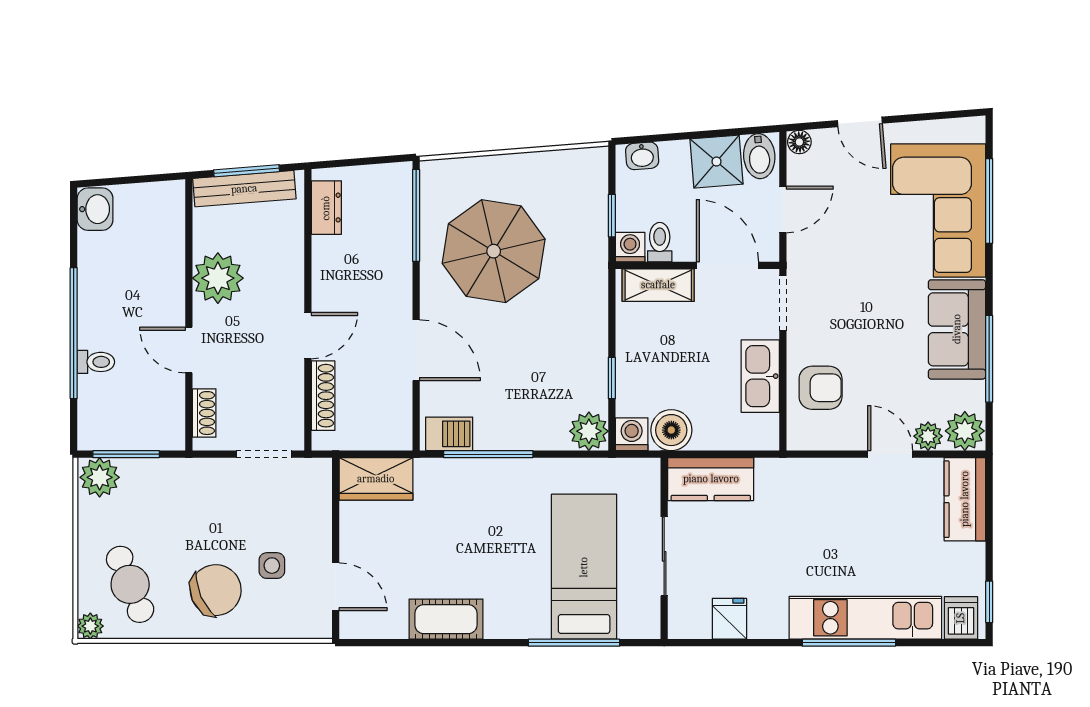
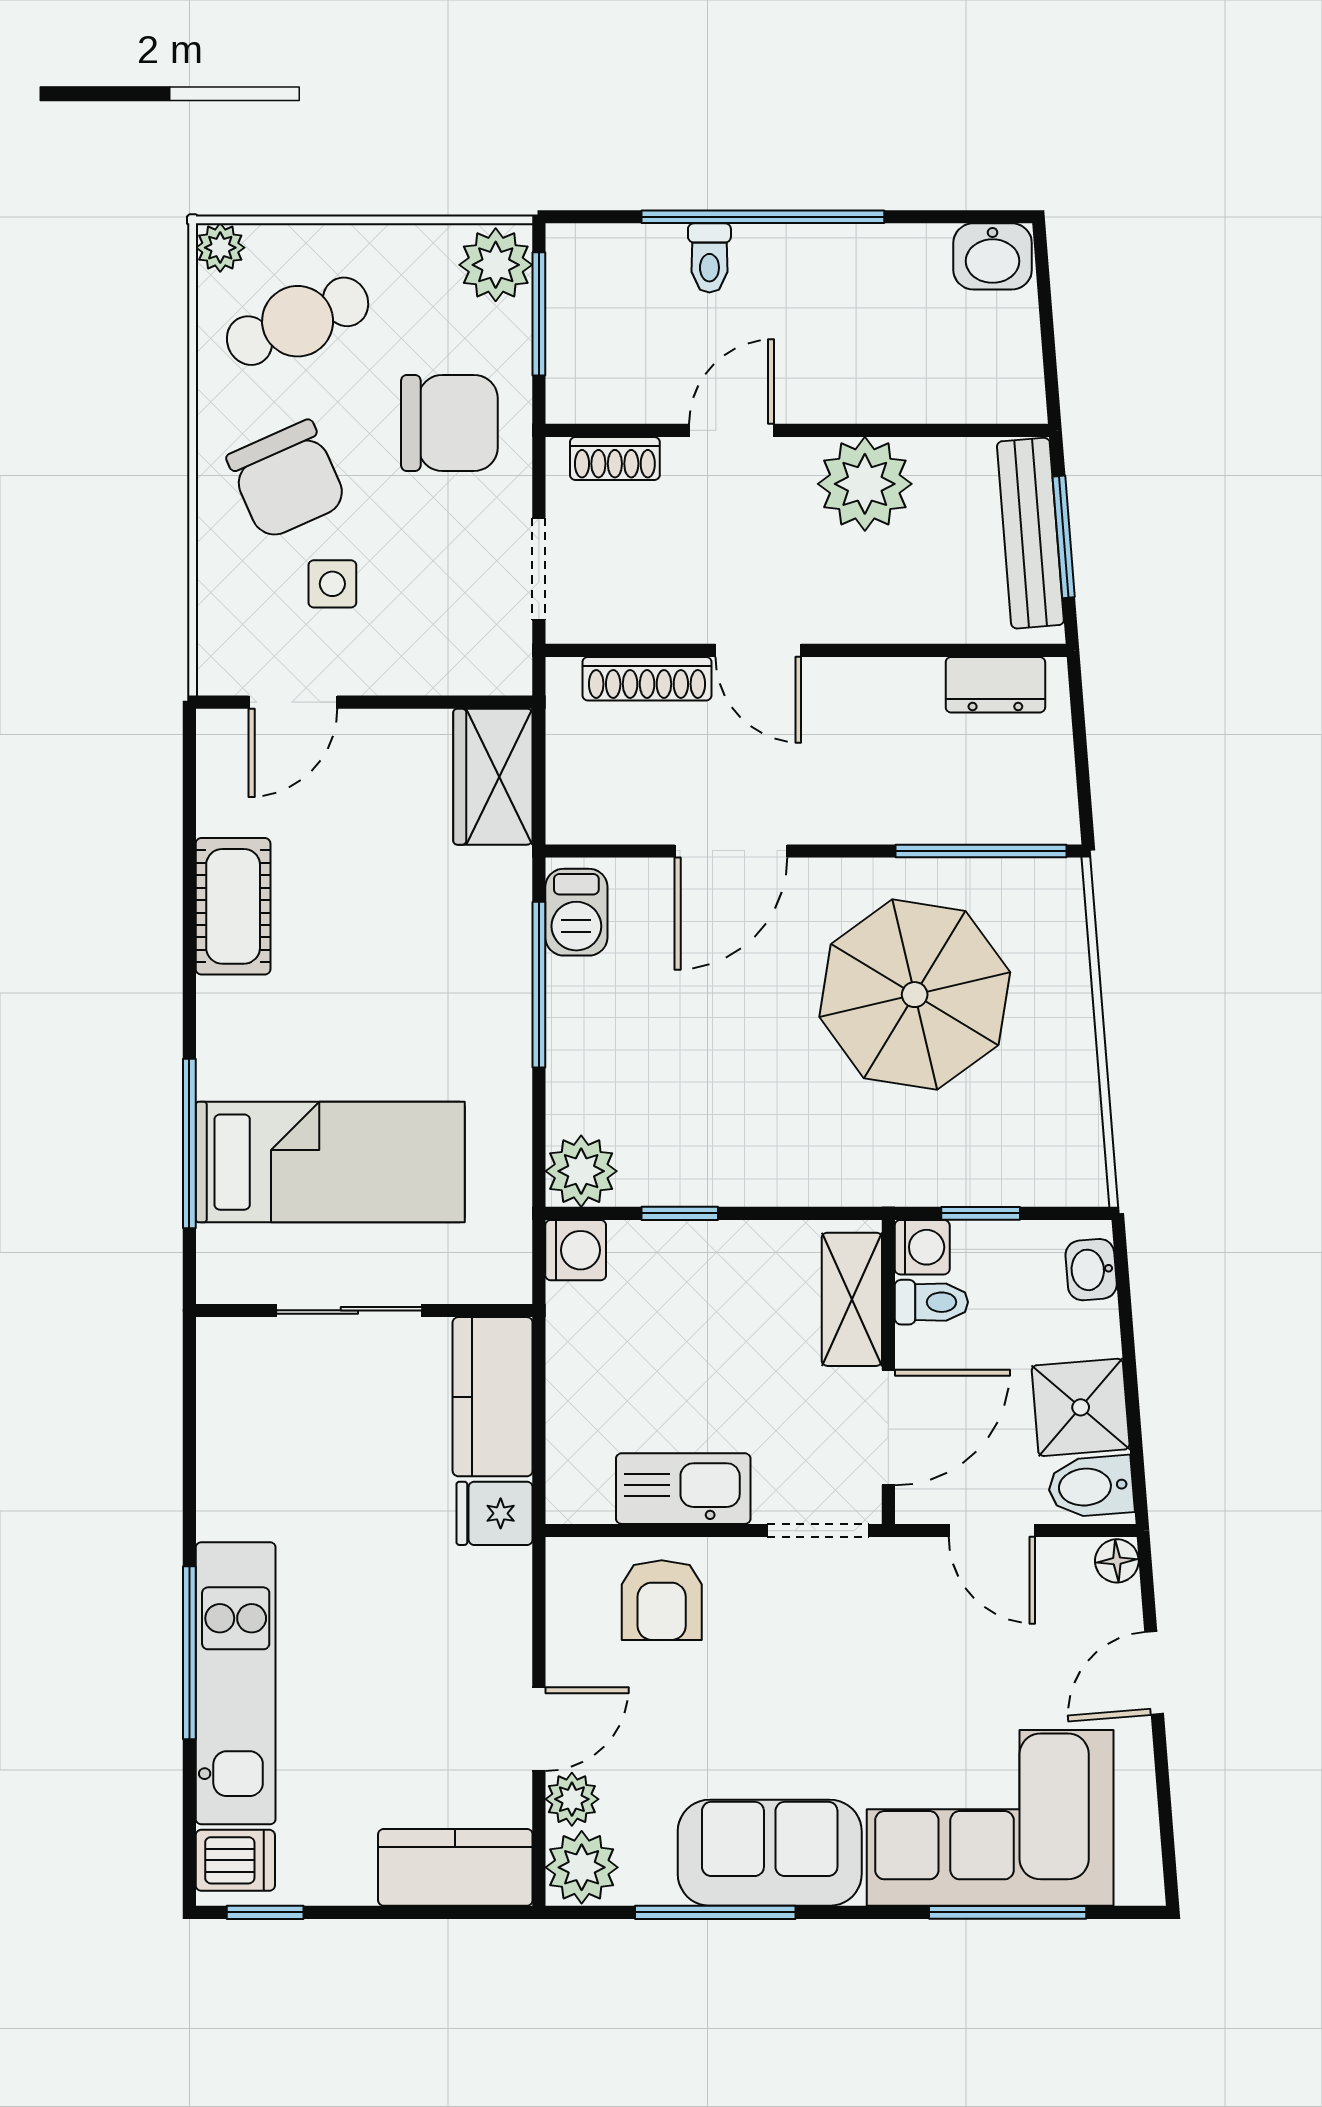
boiler: (671, 430) -> (583, 1324), removed
chair: (185, 502) -> (449, 423), added
fridge: (729, 619) -> (494, 1513), moved, turned 180

